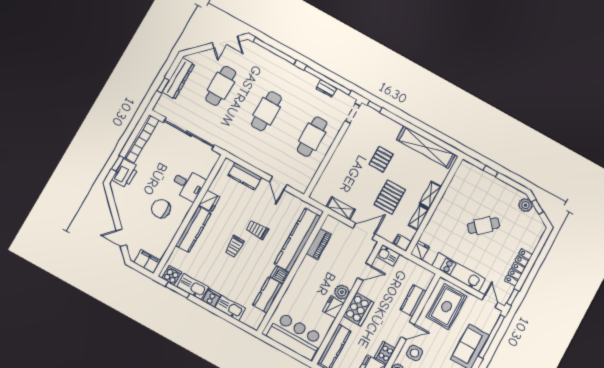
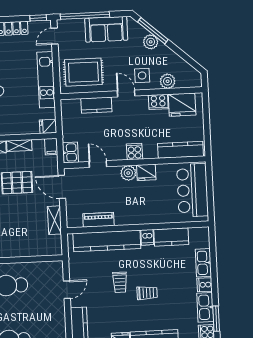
cooker: (358, 309) -> (134, 152), width x0.53, depth x0.76

